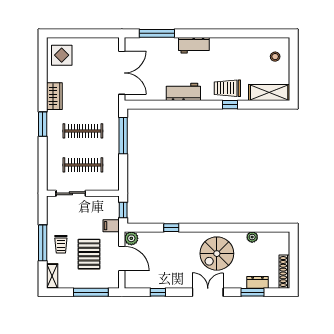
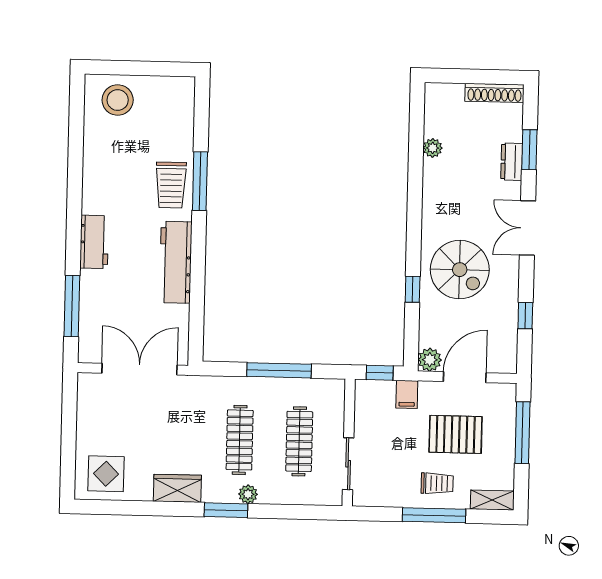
stool: (275, 57) -> (118, 100), width x1.89, depth x1.89
workbench: (183, 92) -> (176, 262), width x1.38
shelving: (269, 93) -> (180, 112), removed
window: (230, 105) -> (200, 181), width x2.17
plant: (52, 136) -> (248, 494), added
window: (123, 136) -> (279, 370), moved
spiral stairs: (217, 254) -> (460, 270), moved
dresser: (257, 282) -> (512, 162), moved

